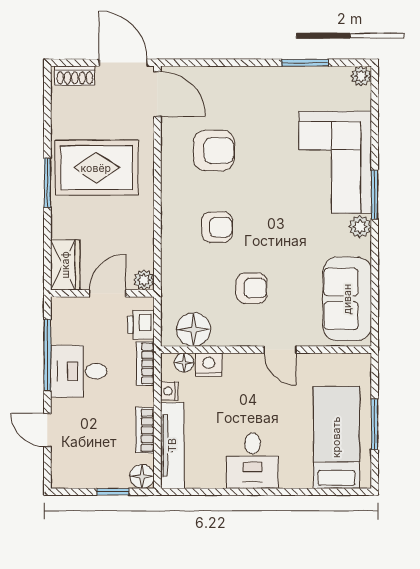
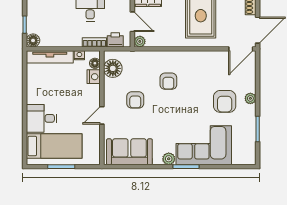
plant: (361, 76) -> (250, 98), moved
armchair: (214, 151) -> (225, 101), moved
bookcase: (145, 430) -> (58, 42), removed
desk: (253, 461) -> (42, 118), moved

